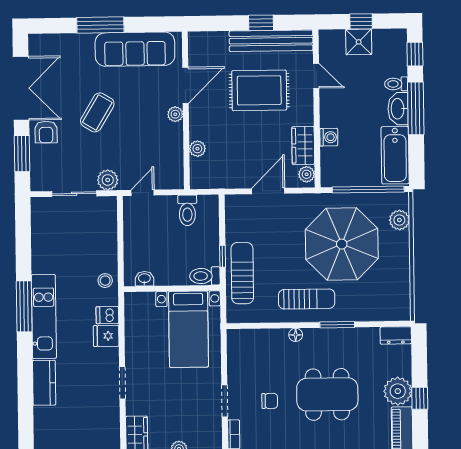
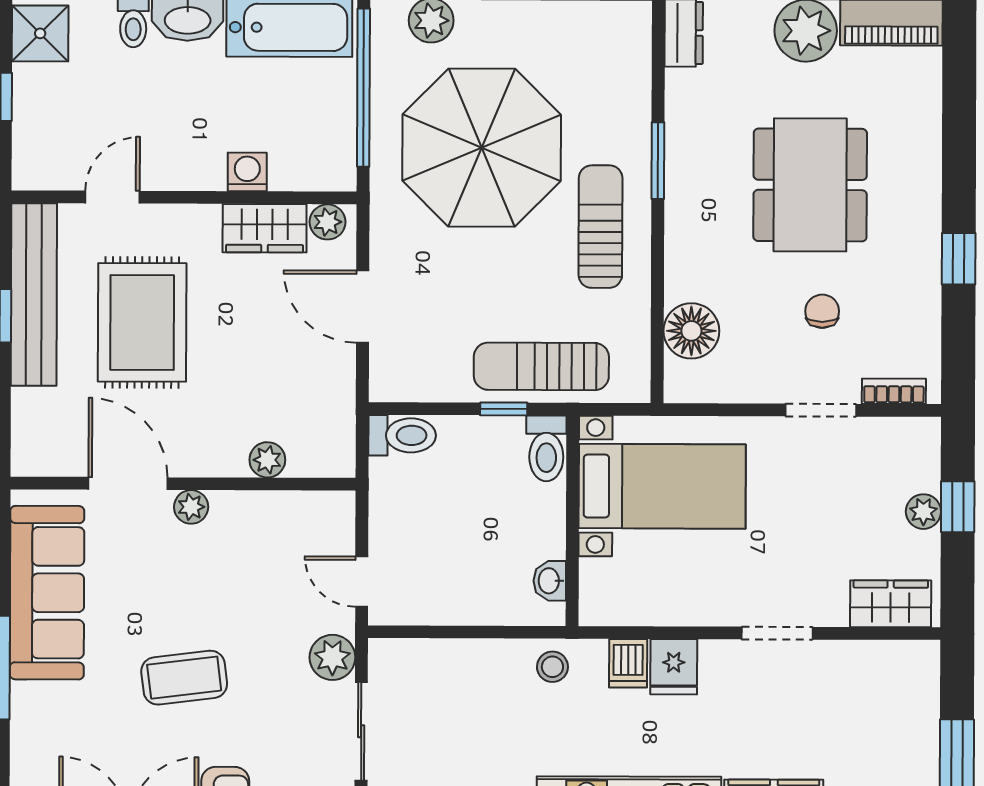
shower: (359, 42) -> (40, 33), moved
coffee table: (97, 112) -> (184, 678), turned -38
toilet: (187, 210) -> (402, 435), moved
floor lamp: (296, 335) -> (691, 331), moved, width x1.89, depth x1.89

